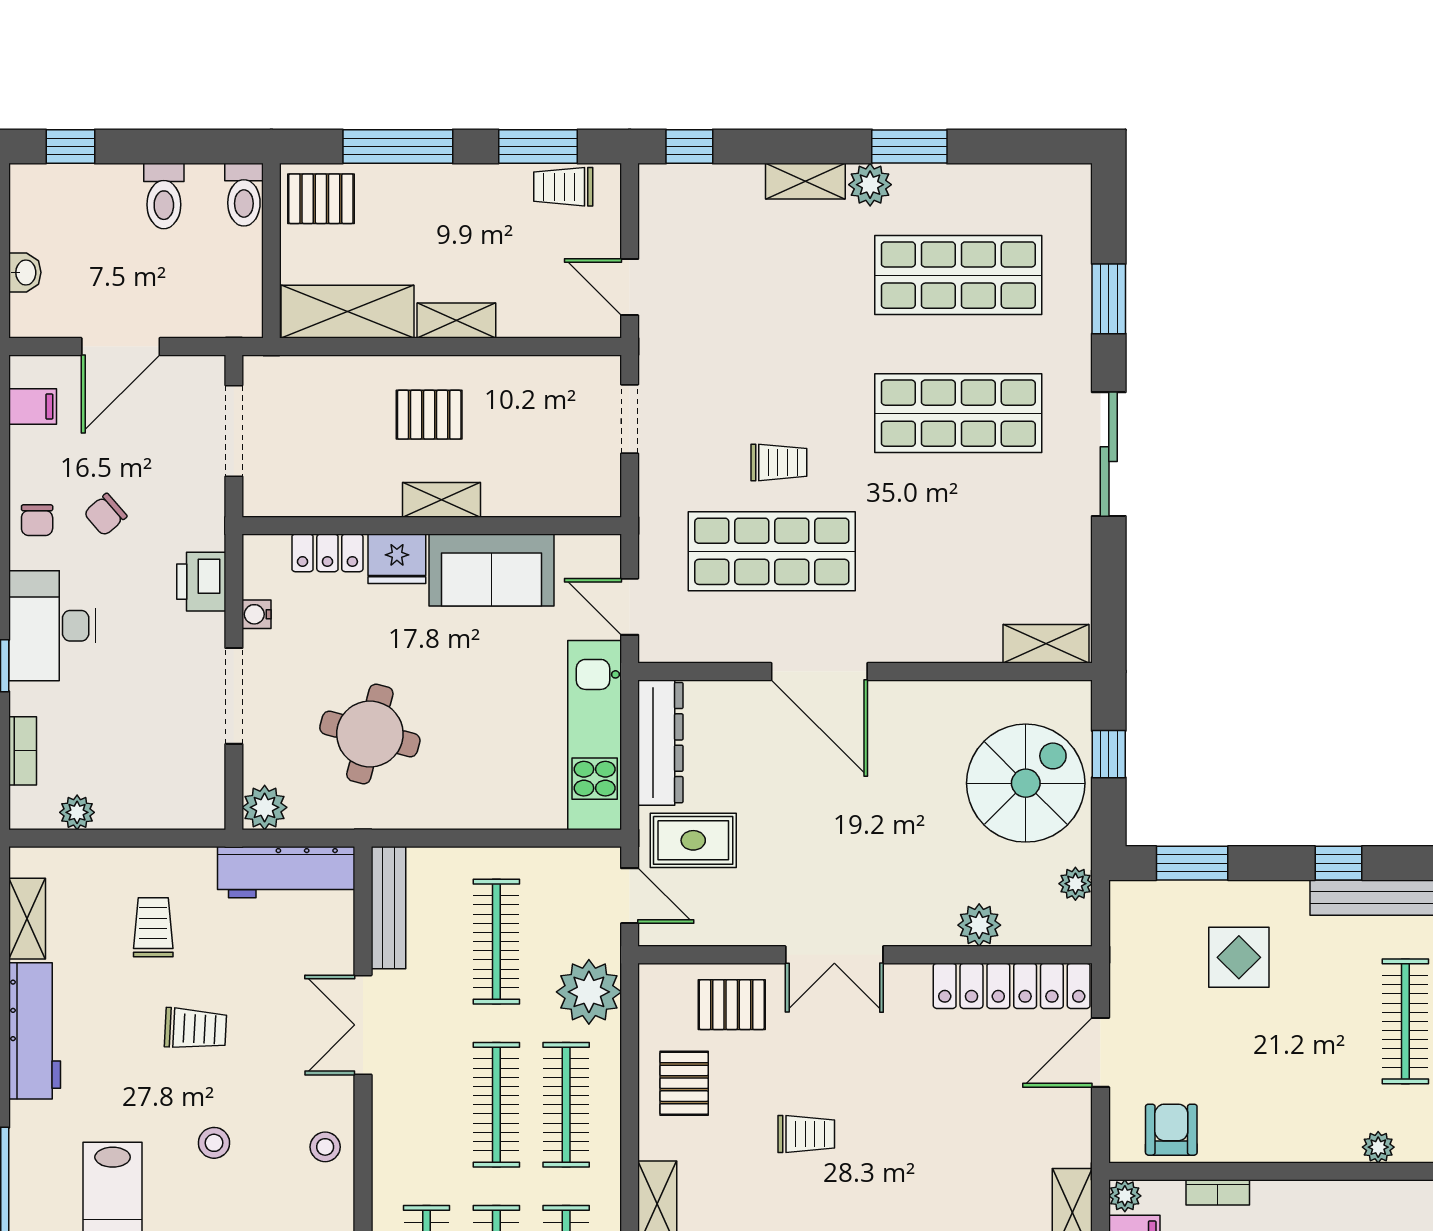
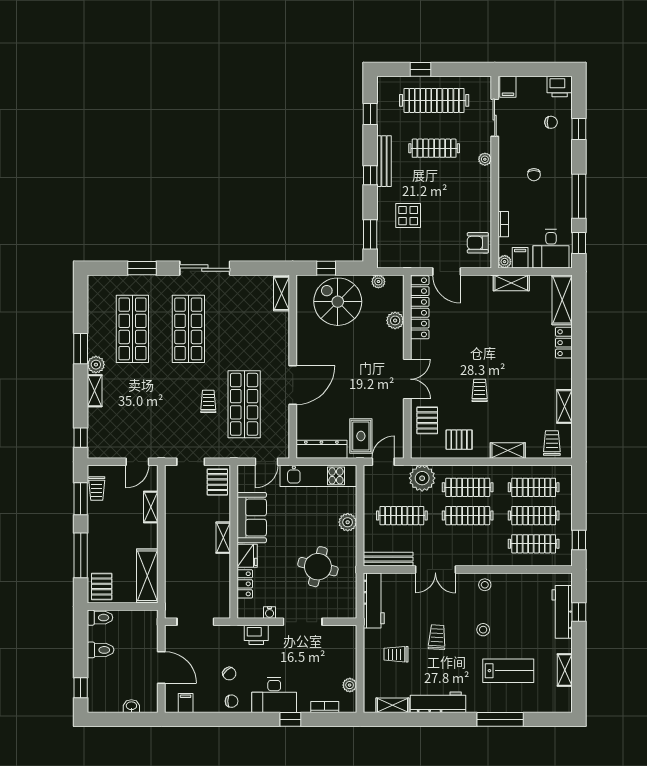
shelving: (456, 321) -> (151, 507), moved
pallet: (429, 415) -> (217, 482), moved
plant: (265, 807) -> (348, 522), moved

